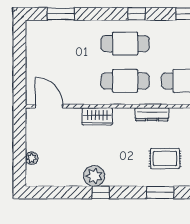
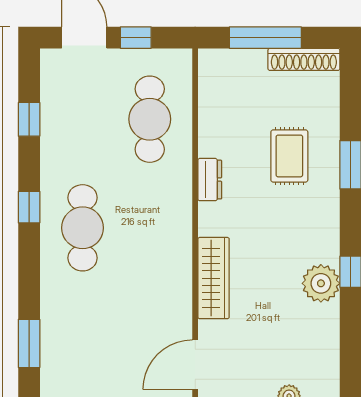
cafe table: (125, 81) -> (150, 228), removed
dresser: (152, 114) -> (210, 180), width x0.70
wardrobe: (97, 116) -> (214, 278), width x1.50

